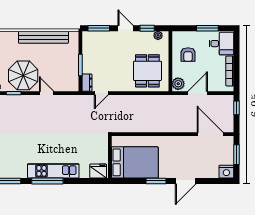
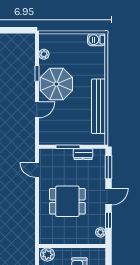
dining table: (147, 71) -> (67, 201), moved
dresser: (87, 83) -> (83, 154), moved

